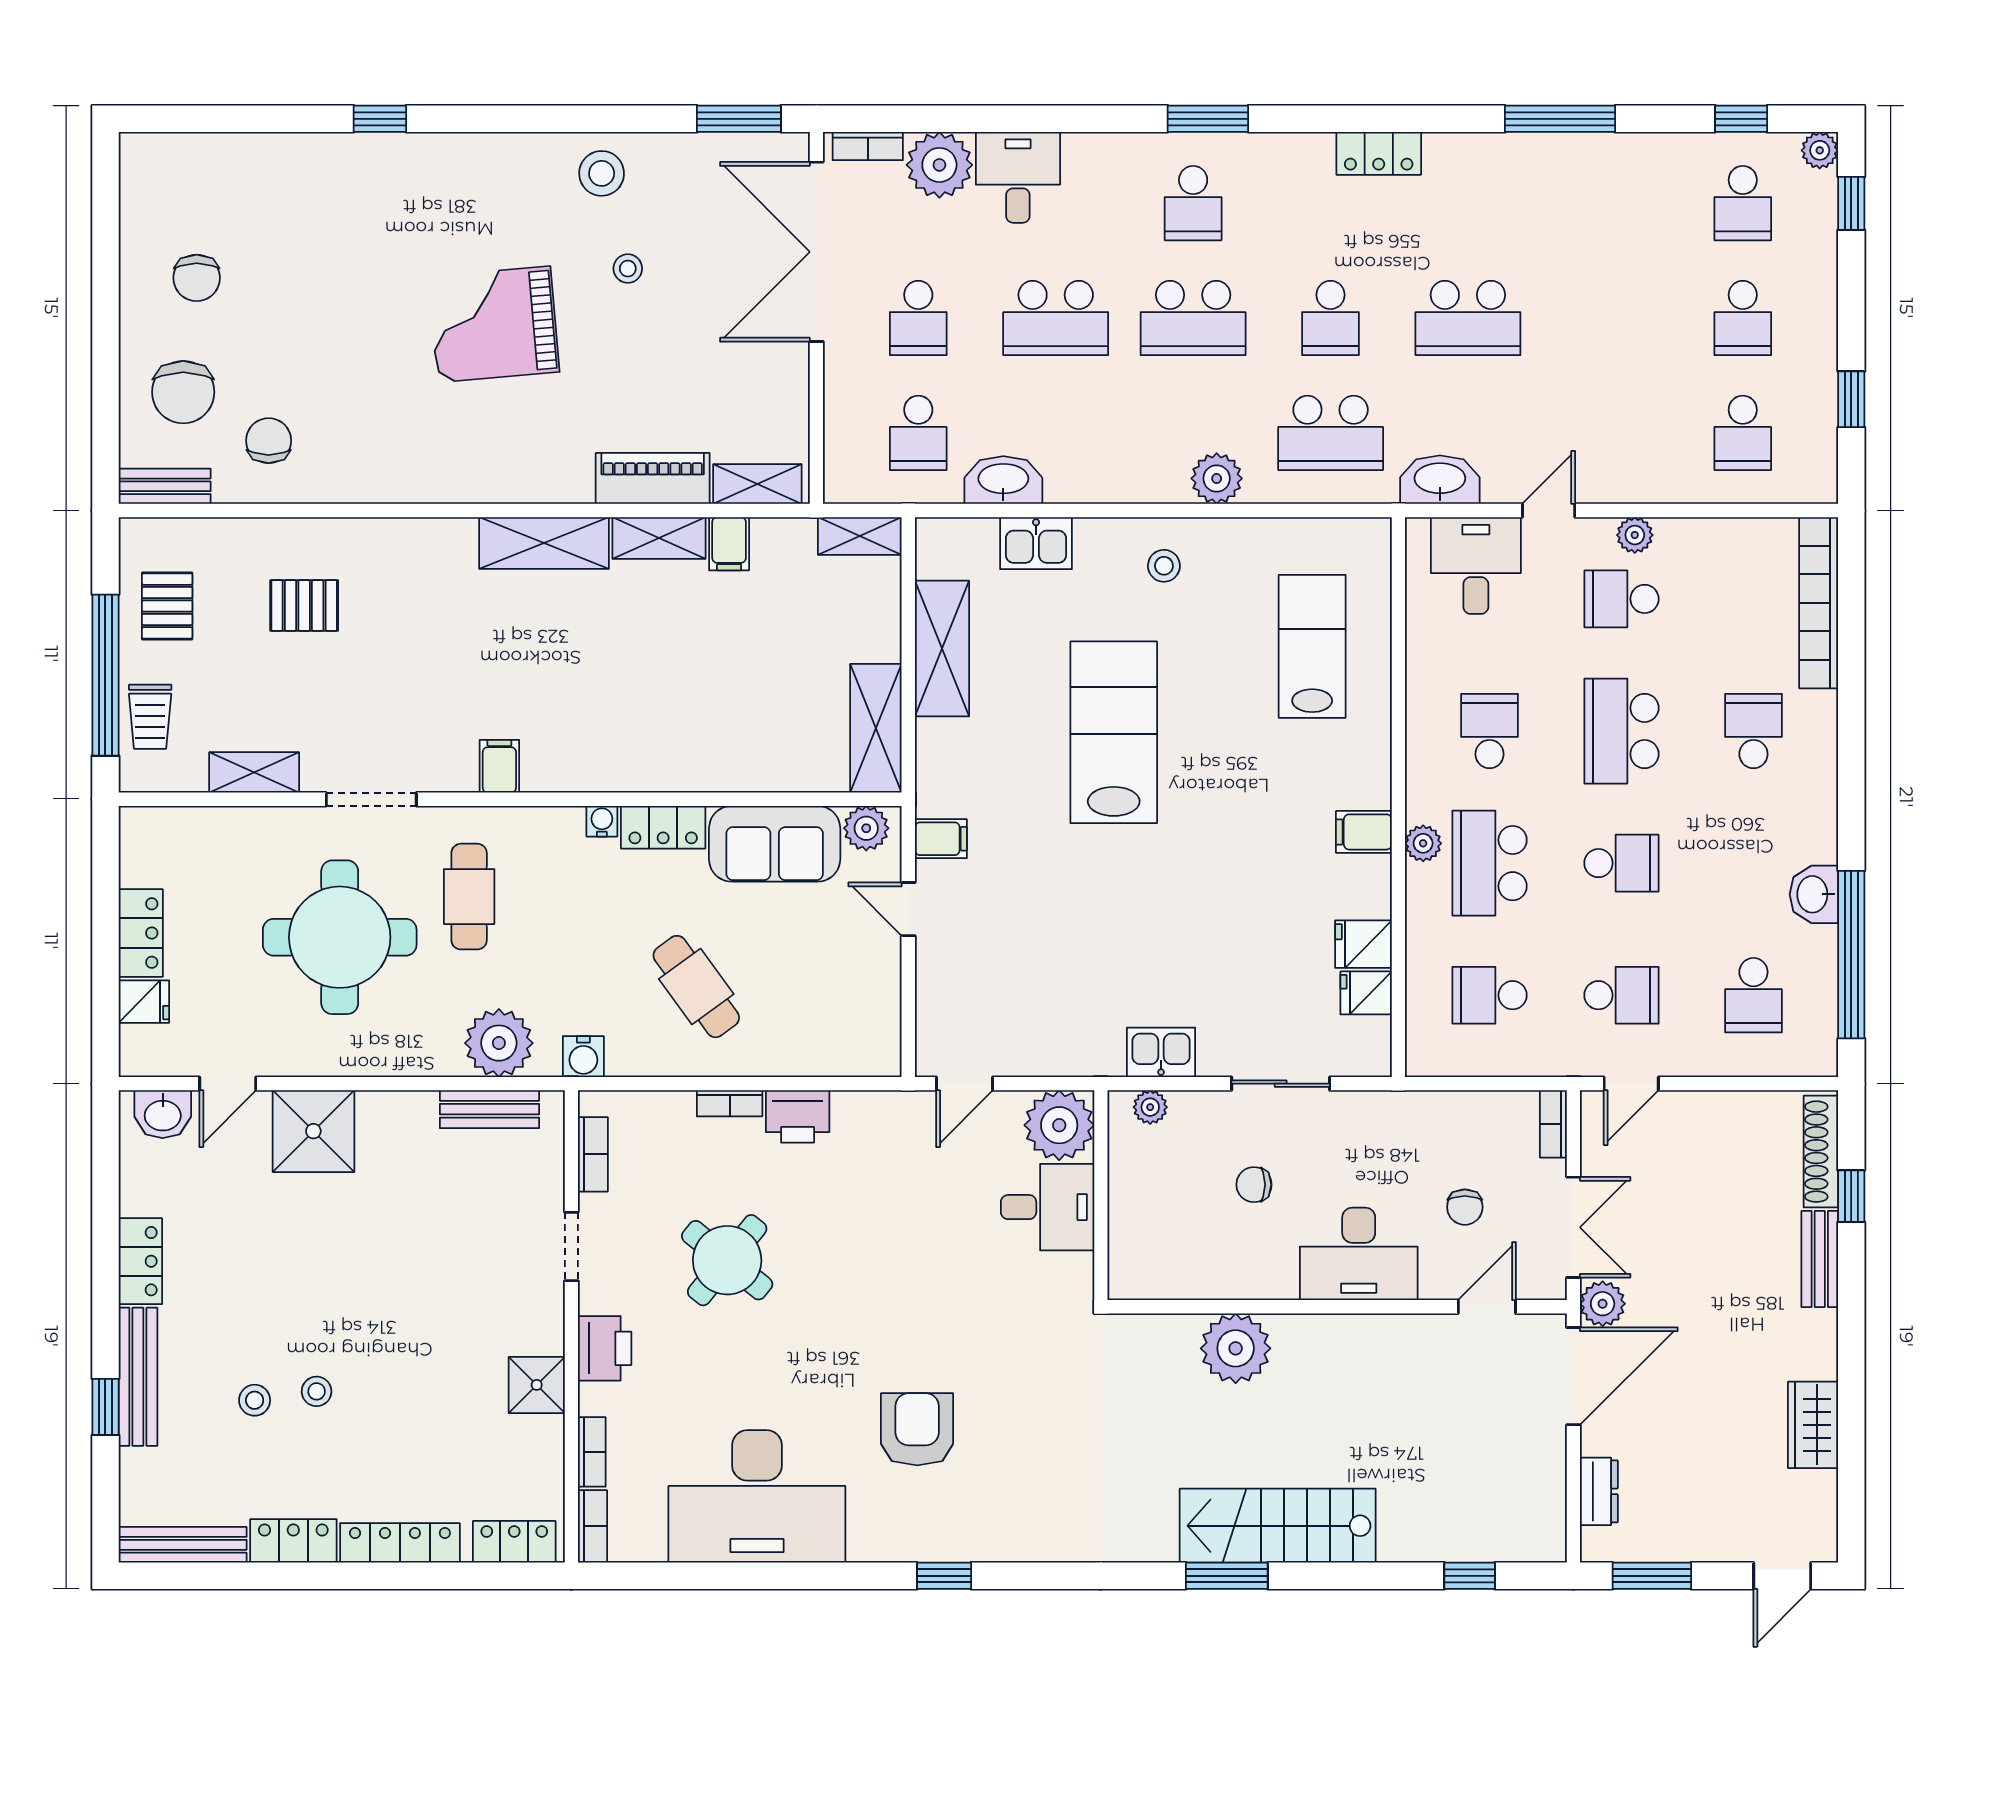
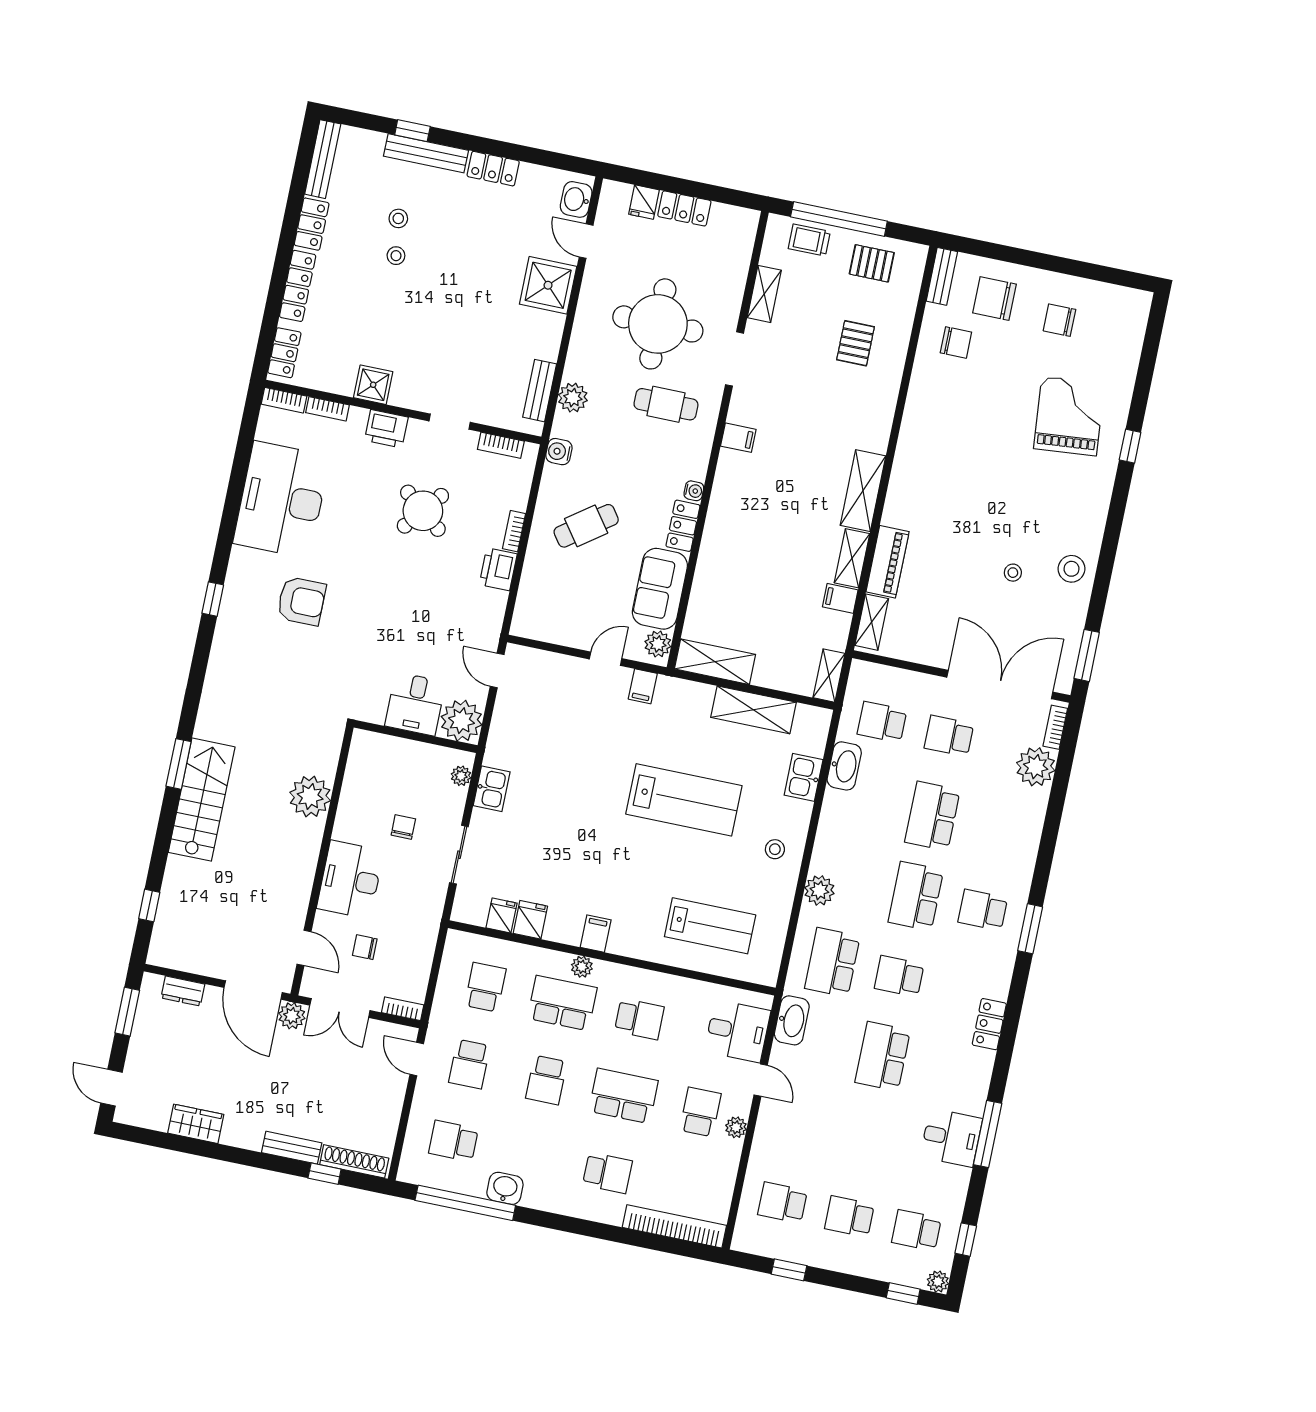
desk: (1018, 177) -> (951, 1138), moved
grand piano: (494, 324) -> (1069, 416), moved
plant: (499, 1043) -> (573, 398), width x0.73, depth x0.73

